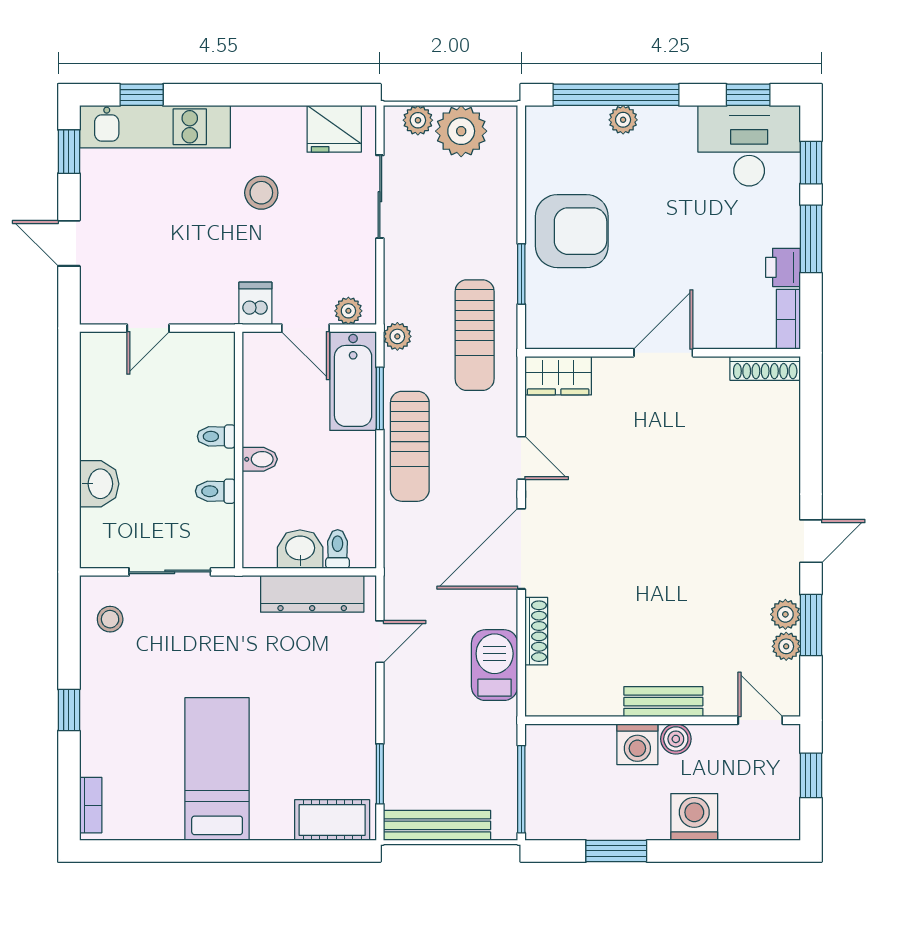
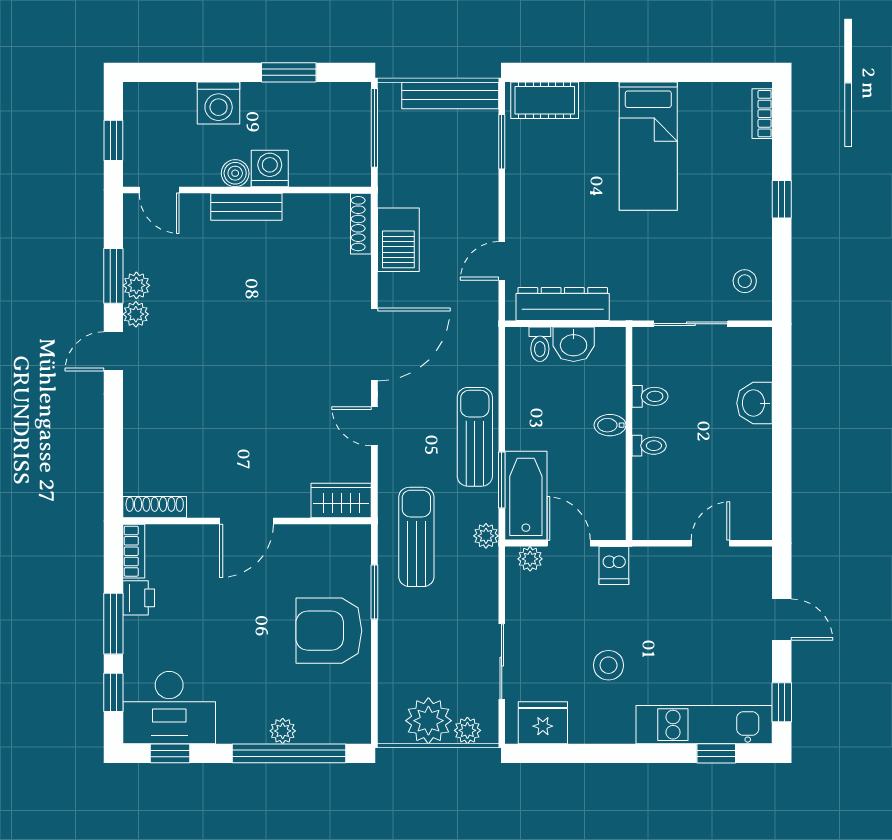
shoe rack: (536, 631) -> (361, 224), moved
plant: (786, 646) -> (136, 314), moved

